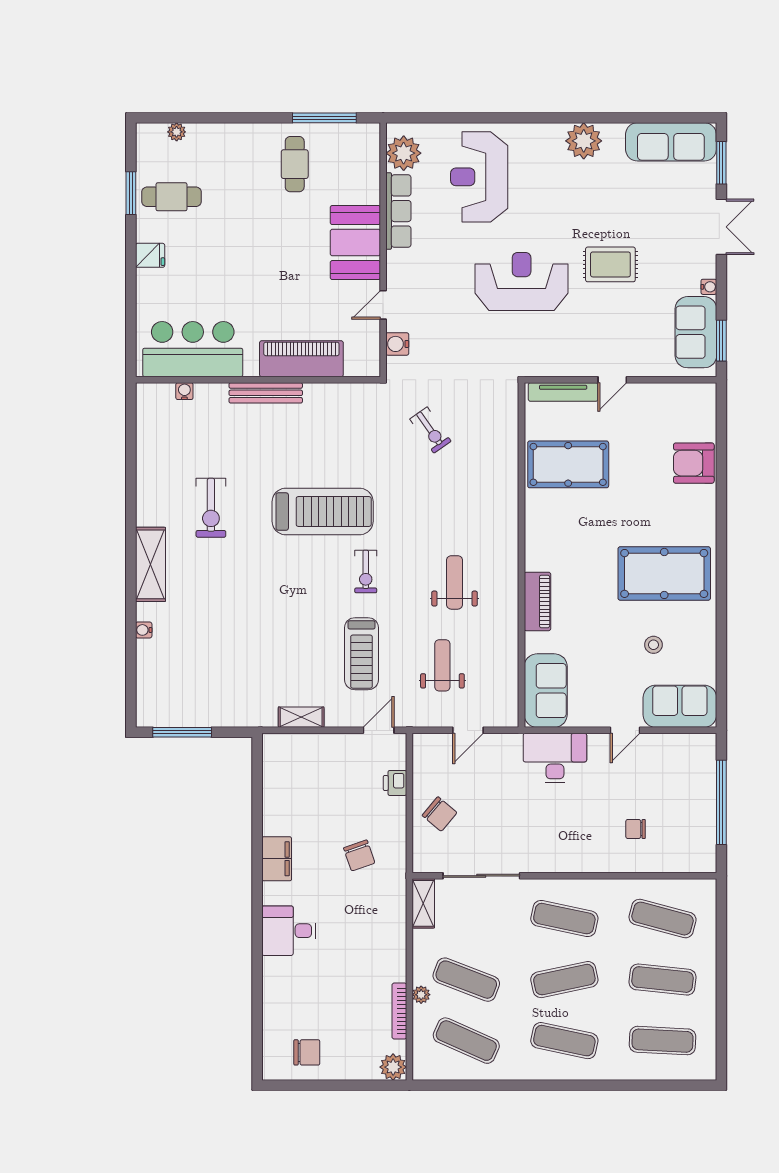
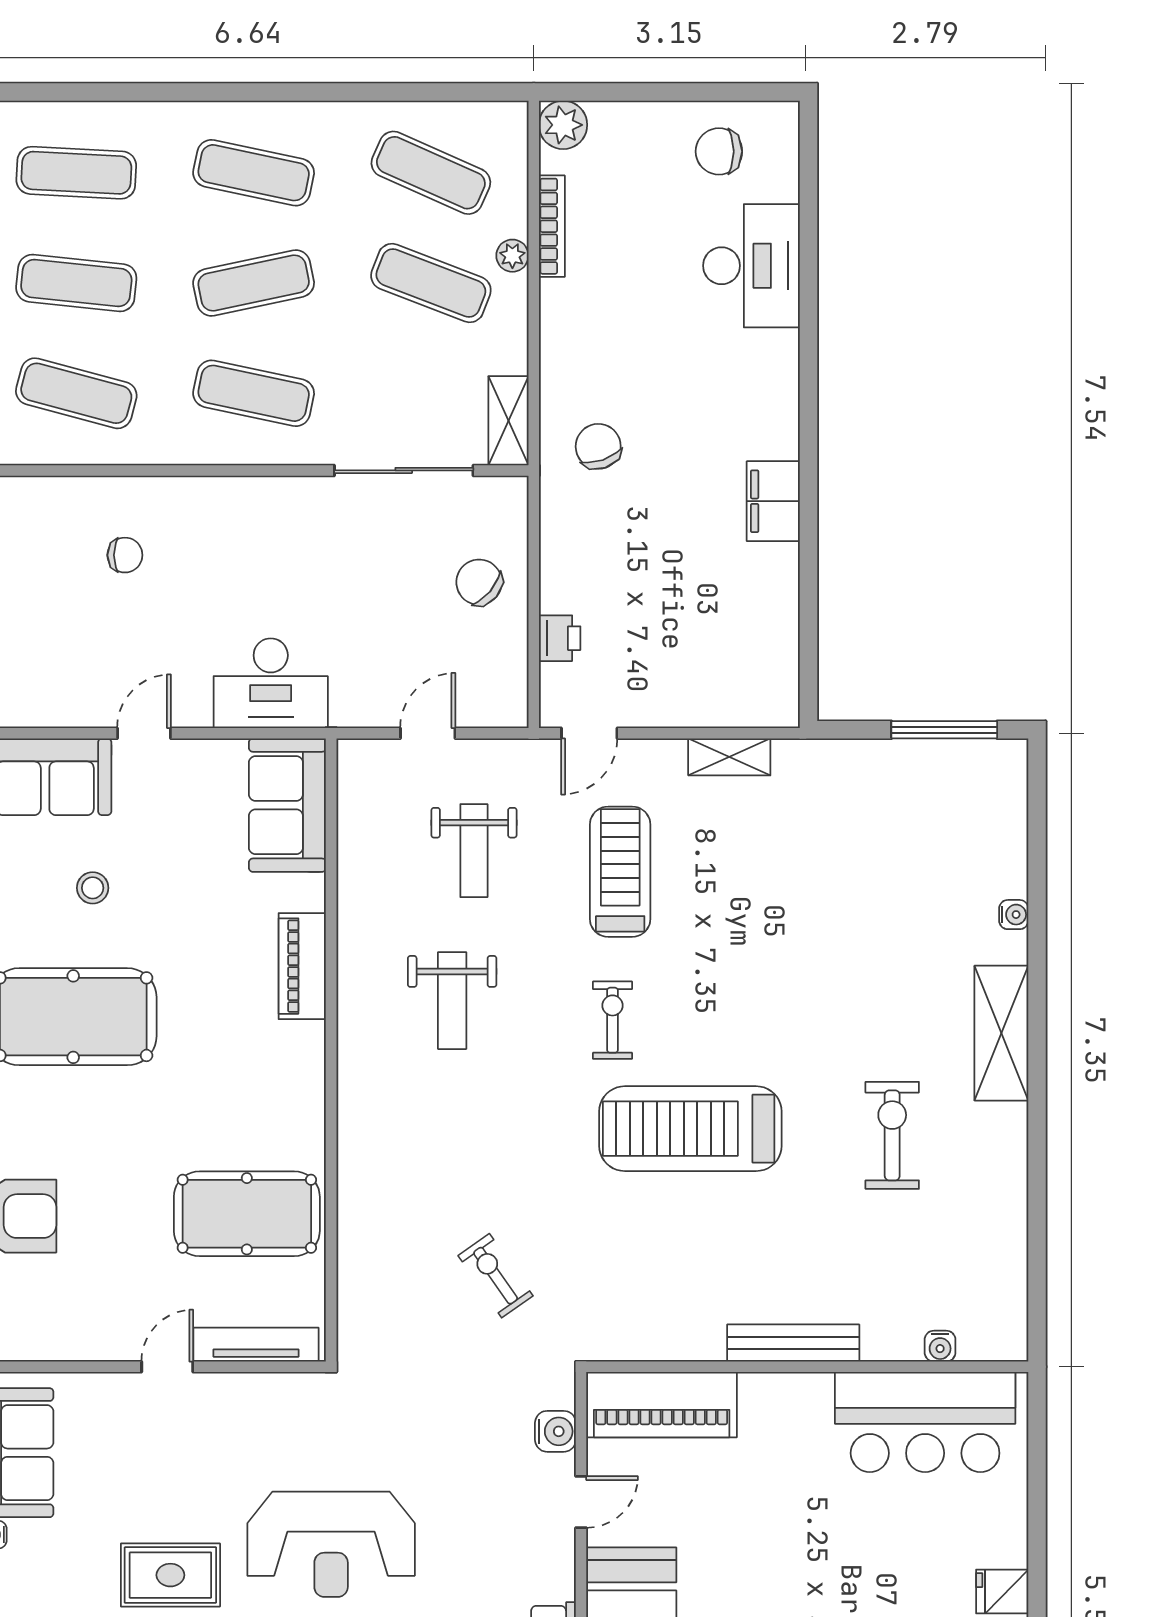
piano: (301, 359) -> (662, 1405), moved
chair: (359, 855) -> (598, 446), moved
desk: (289, 931) -> (752, 266), moved, width x1.37

